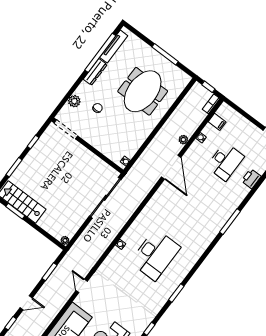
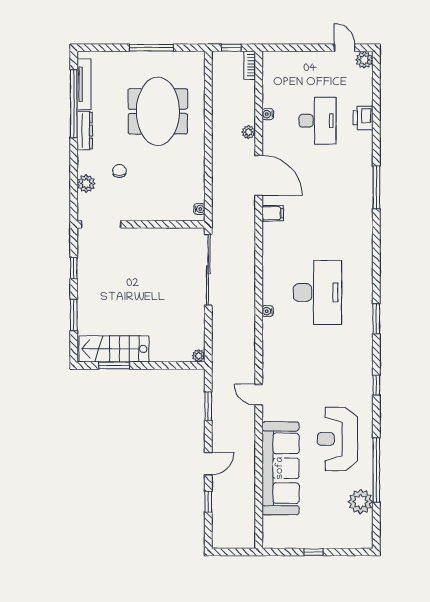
filing cabinet: (217, 122) -> (273, 213), moved

